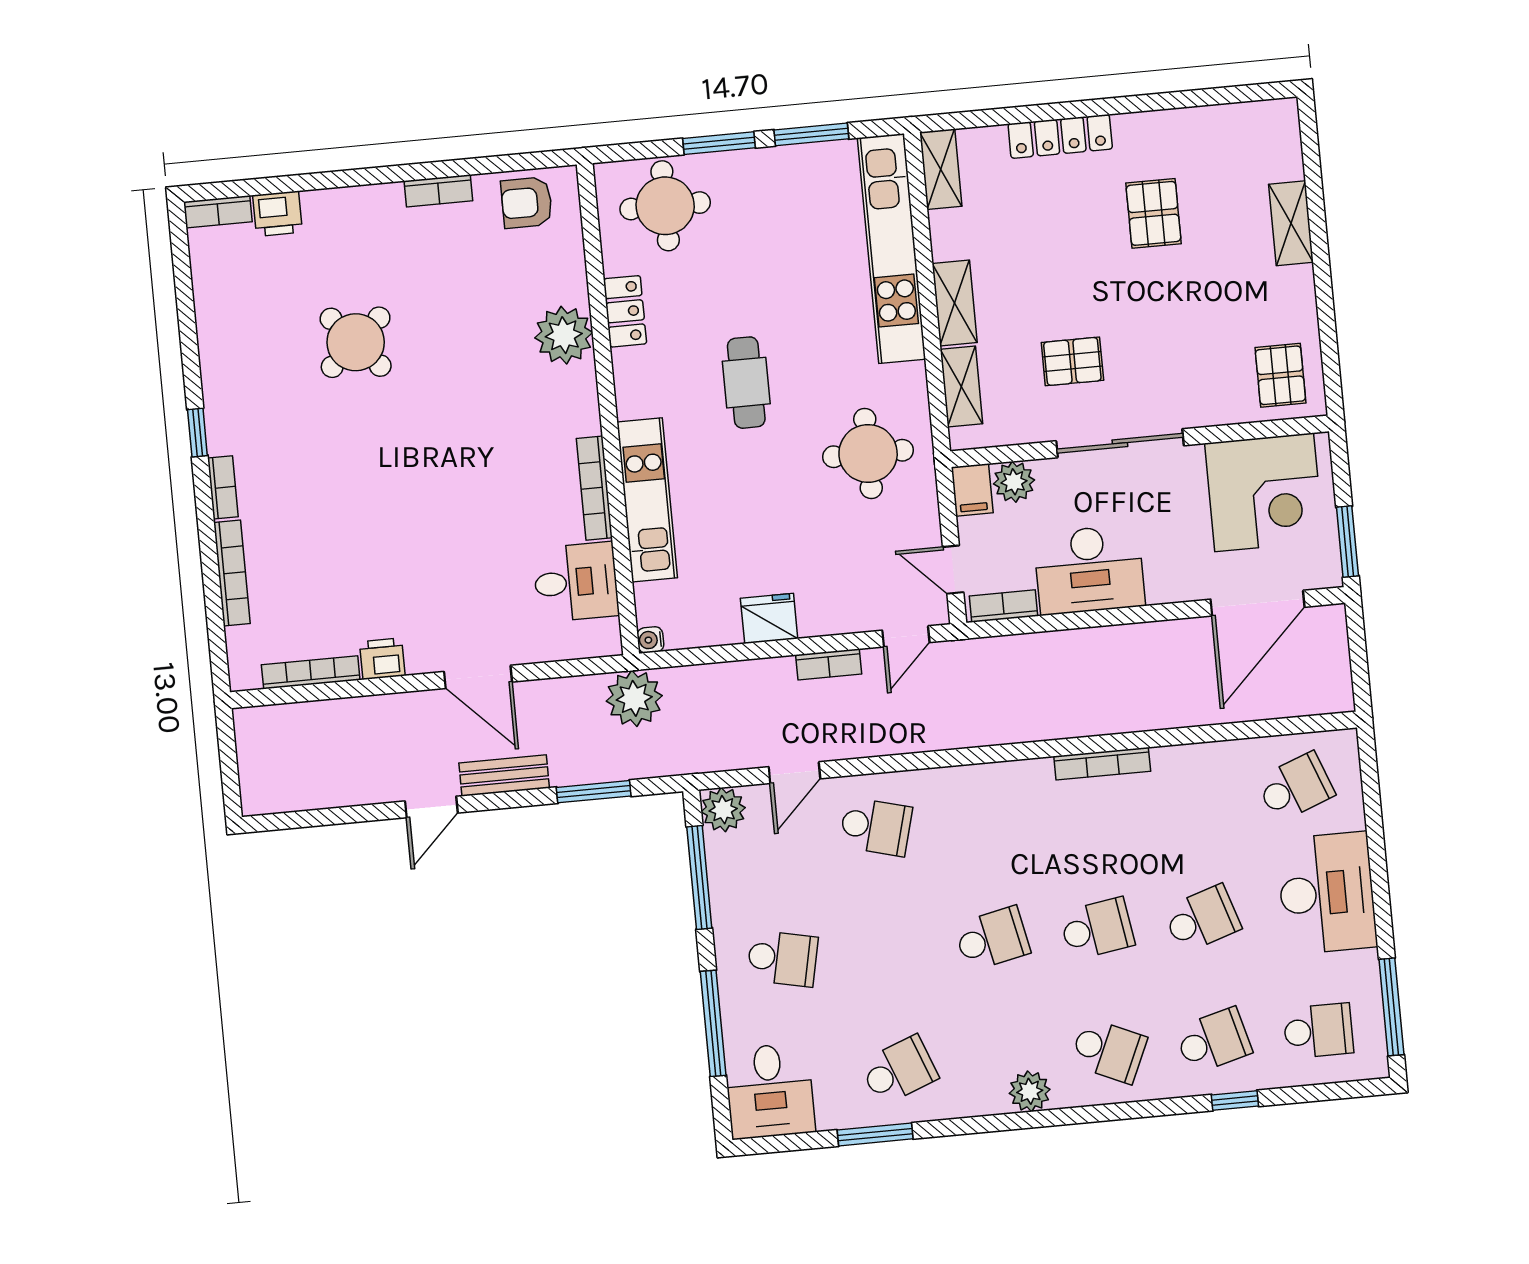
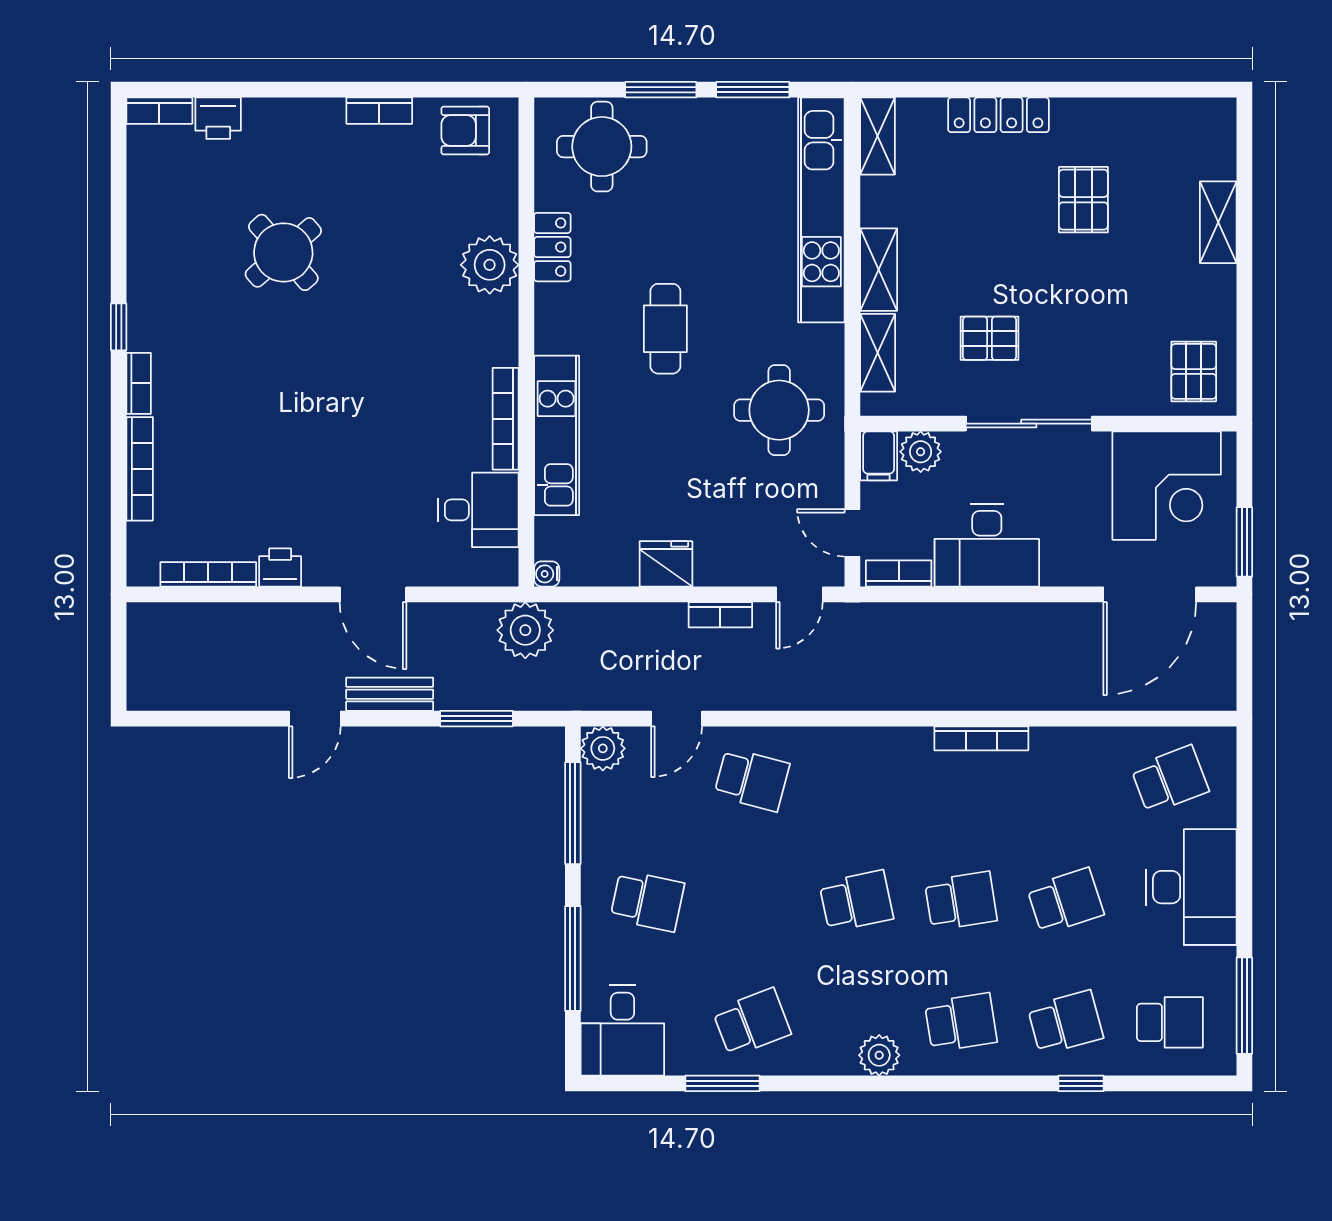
school desk: (1109, 1051) -> (961, 1022), turned -33

